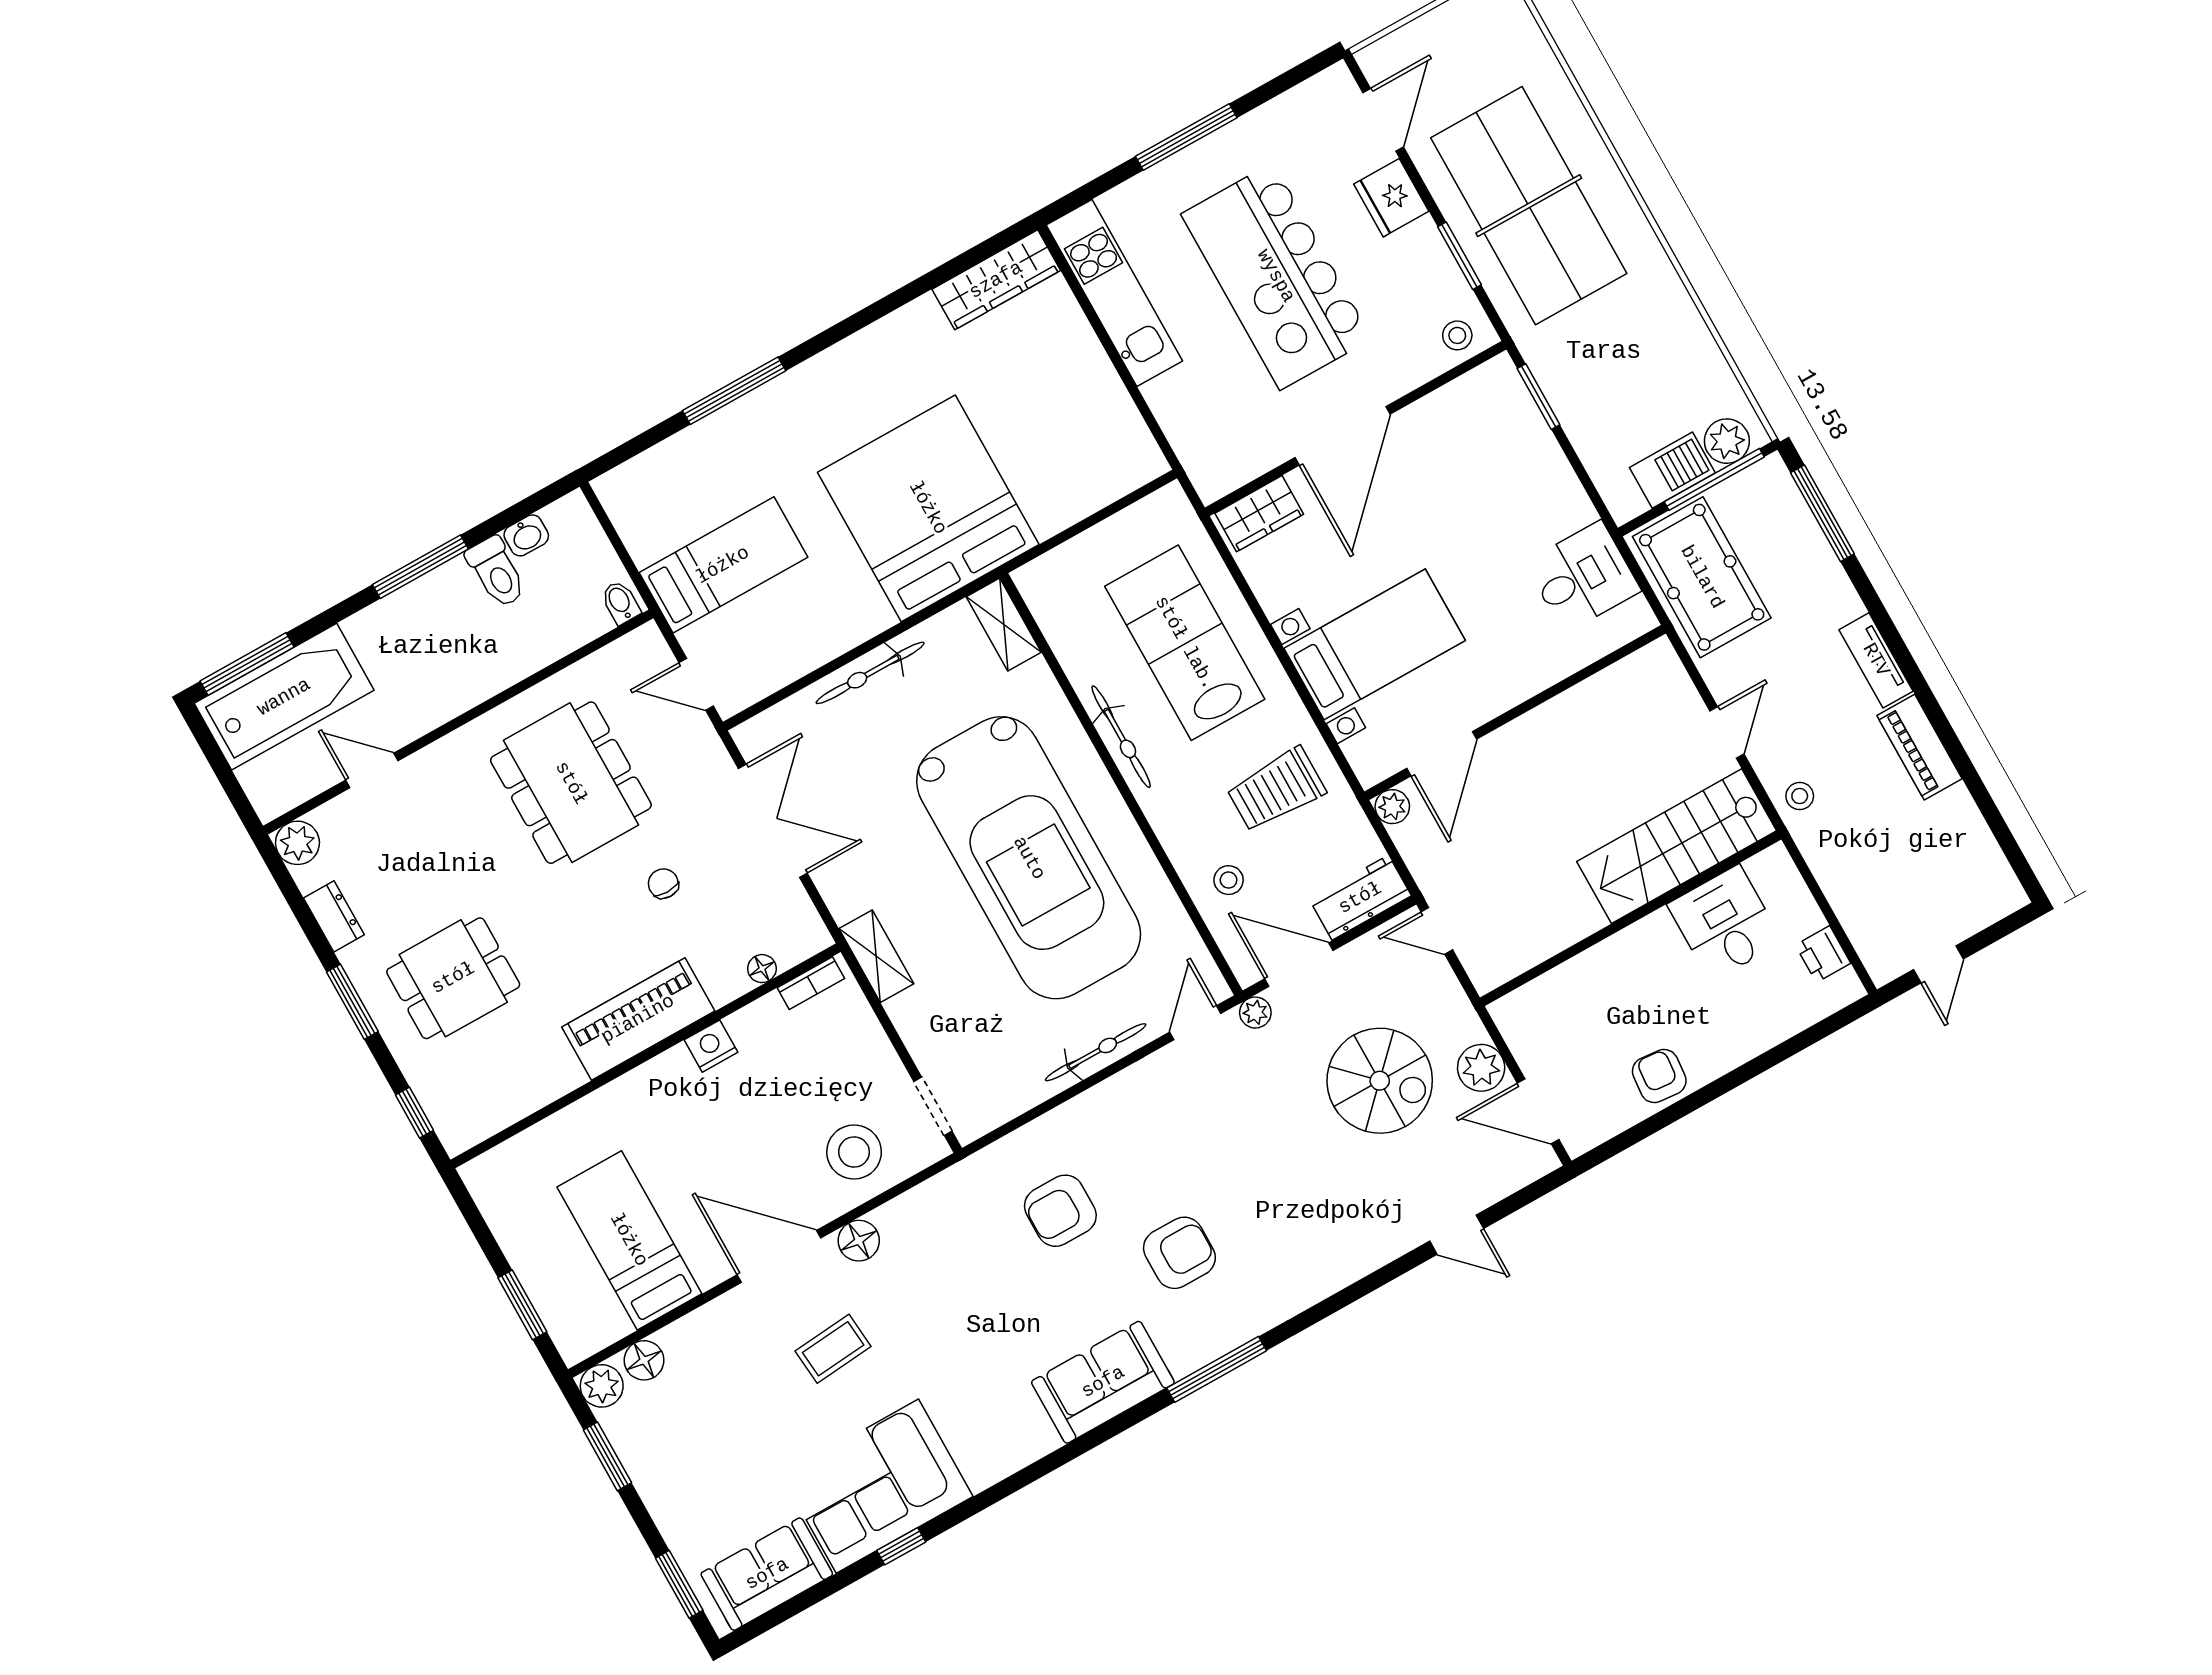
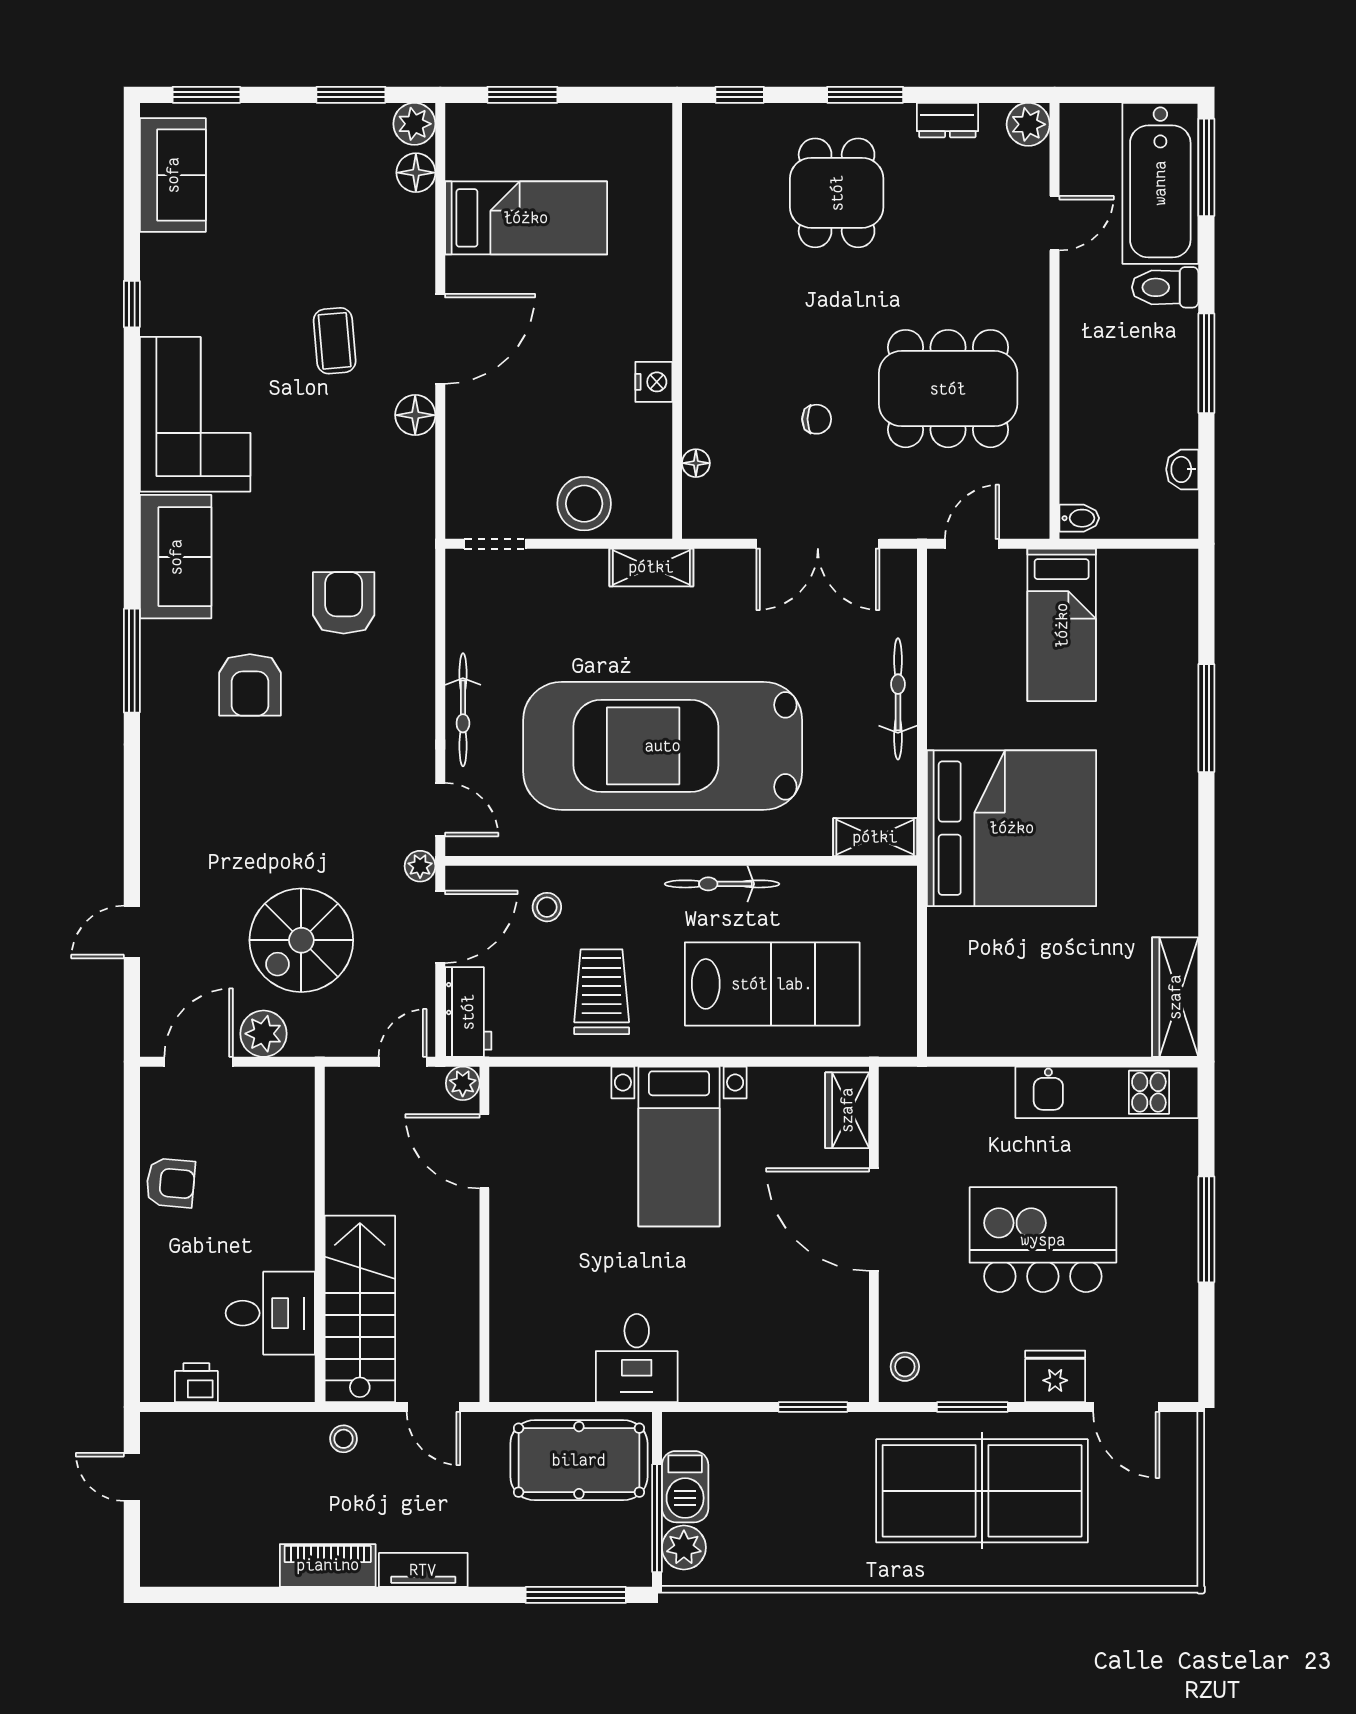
kitchen island: (1276, 276) -> (1043, 1240), width x0.73
toilet: (496, 572) -> (1165, 287), moved
wall: (1515, 713) -> (484, 1234), moved
door: (1442, 754) -> (484, 1151), moved
plant: (1392, 807) -> (463, 1083), moved
bookcase: (811, 983) -> (660, 498), removed
piano: (638, 1019) -> (712, 332), removed
stool: (854, 1152) -> (584, 504), moved
corner sofa: (877, 1486) -> (195, 414), moved

